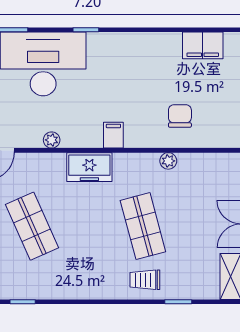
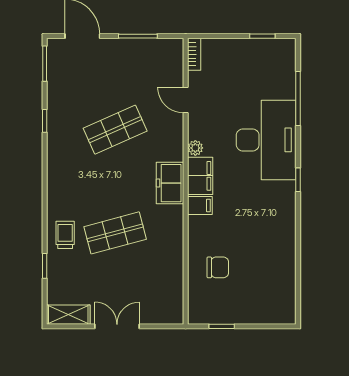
filing cabinet: (203, 45) -> (200, 176), moved, turned 180
plant: (168, 161) -> (176, 257), removed

